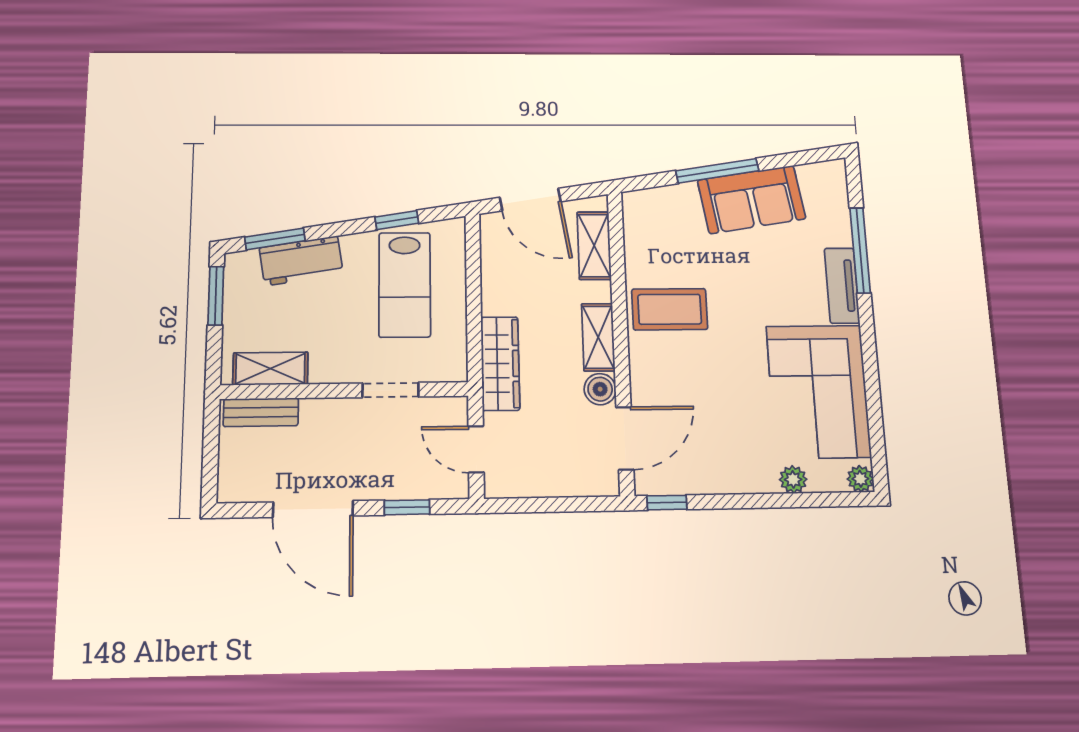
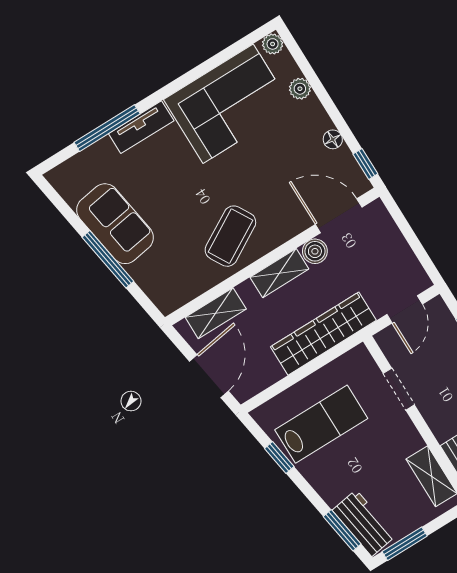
workbench: (301, 261) -> (364, 523), moved
coffee table: (670, 309) -> (230, 236), turned 60
wardrobe: (500, 363) -> (323, 334), width x1.40, depth x1.17
floor lamp: (715, 482) -> (333, 139), added

